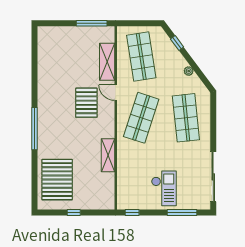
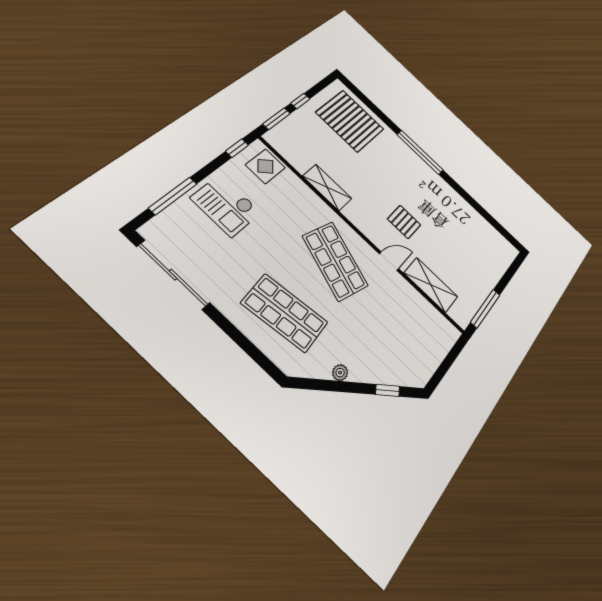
shop shelf: (141, 56) -> (406, 329), removed
pallet: (86, 103) -> (404, 222), width x0.67, depth x0.71
display table: (128, 192) -> (265, 166), added
window: (97, 212) -> (277, 119), added

